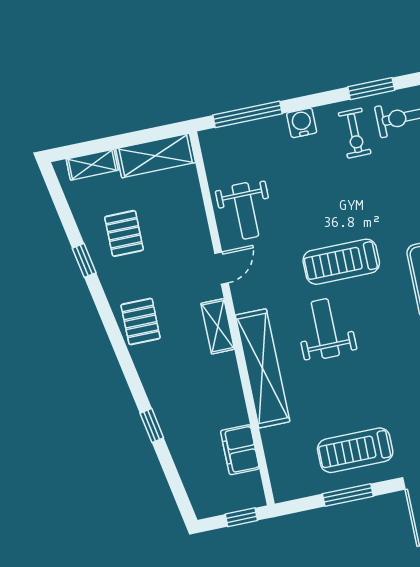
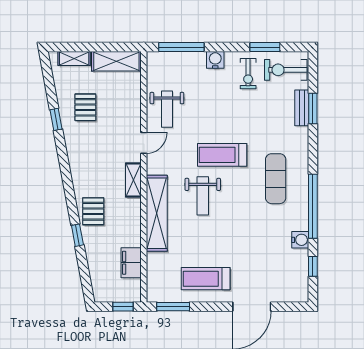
pallet: (141, 321) -> (93, 211), moved
weight bench: (325, 329) -> (203, 196), turned 180
window: (348, 495) -> (173, 307), moved

